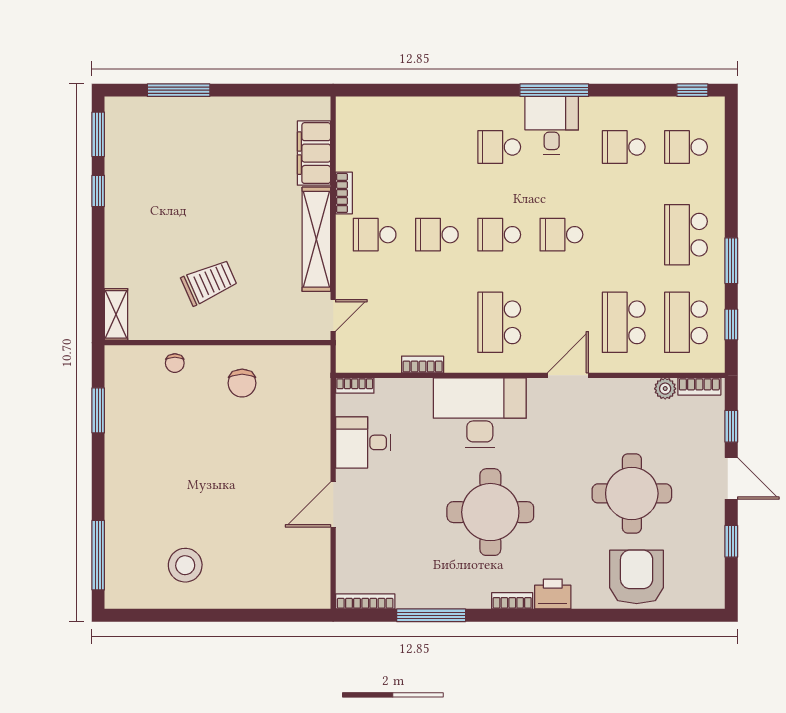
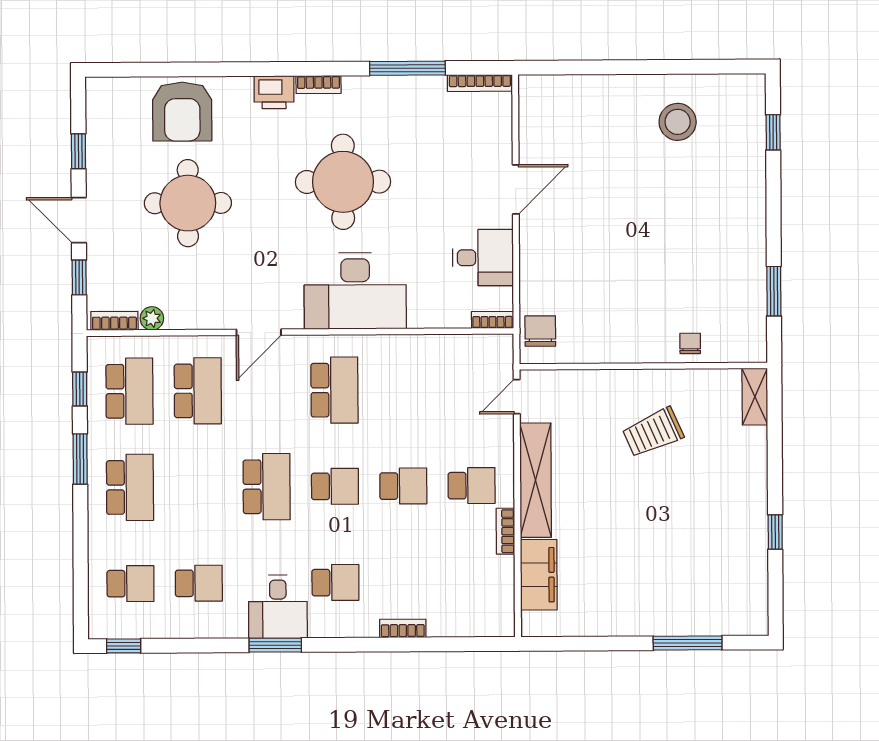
window: (554, 90) -> (275, 645), width x0.69
window: (98, 134) -> (776, 594), removed
school desk: (561, 235) -> (267, 487), width x1.85
bookcase: (423, 364) -> (403, 628), moved, turned 180
chair: (242, 383) -> (540, 331), moved
window: (98, 555) -> (773, 132), width x0.46

